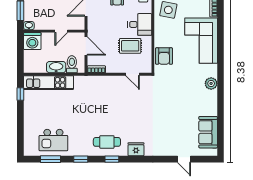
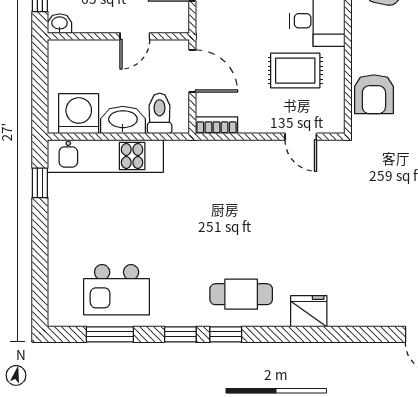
washing machine: (32, 41) -> (79, 114), moved, turned 180
window: (112, 159) -> (226, 334), moved

